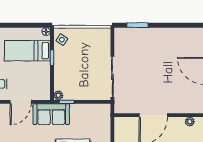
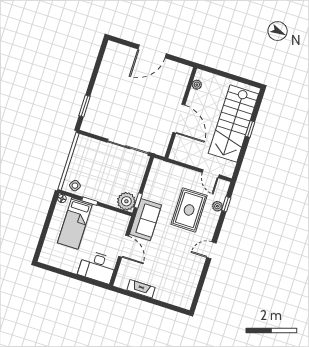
plant: (58, 95) -> (126, 201), width x1.88, depth x1.88

